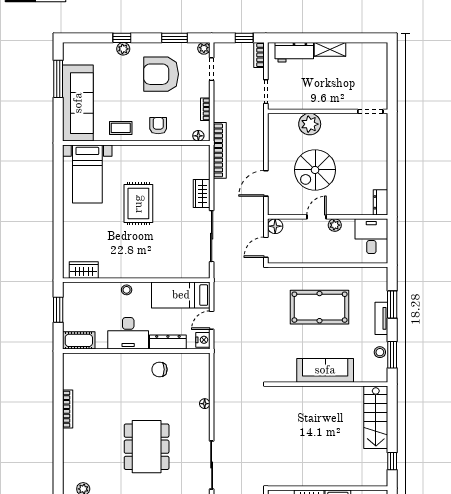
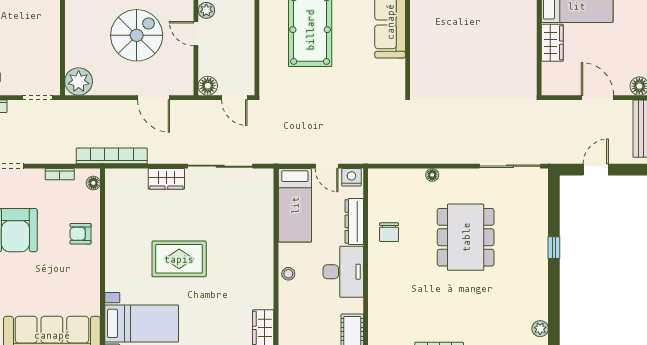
plant: (310, 124) -> (79, 81), moved
coffee table: (121, 128) -> (83, 281), removed
spiral stairs: (315, 170) -> (137, 35), turned -90
dining table: (147, 447) -> (466, 237), moved, turned 90

